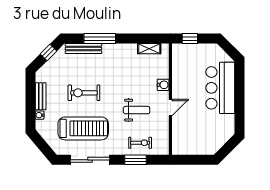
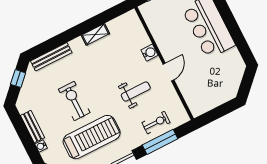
window: (100, 39) -> (62, 38), removed
shelving: (149, 49) -> (95, 34), moved
exercise bike: (84, 93) -> (74, 101), turned 90
window: (136, 160) -> (160, 142), width x1.44

